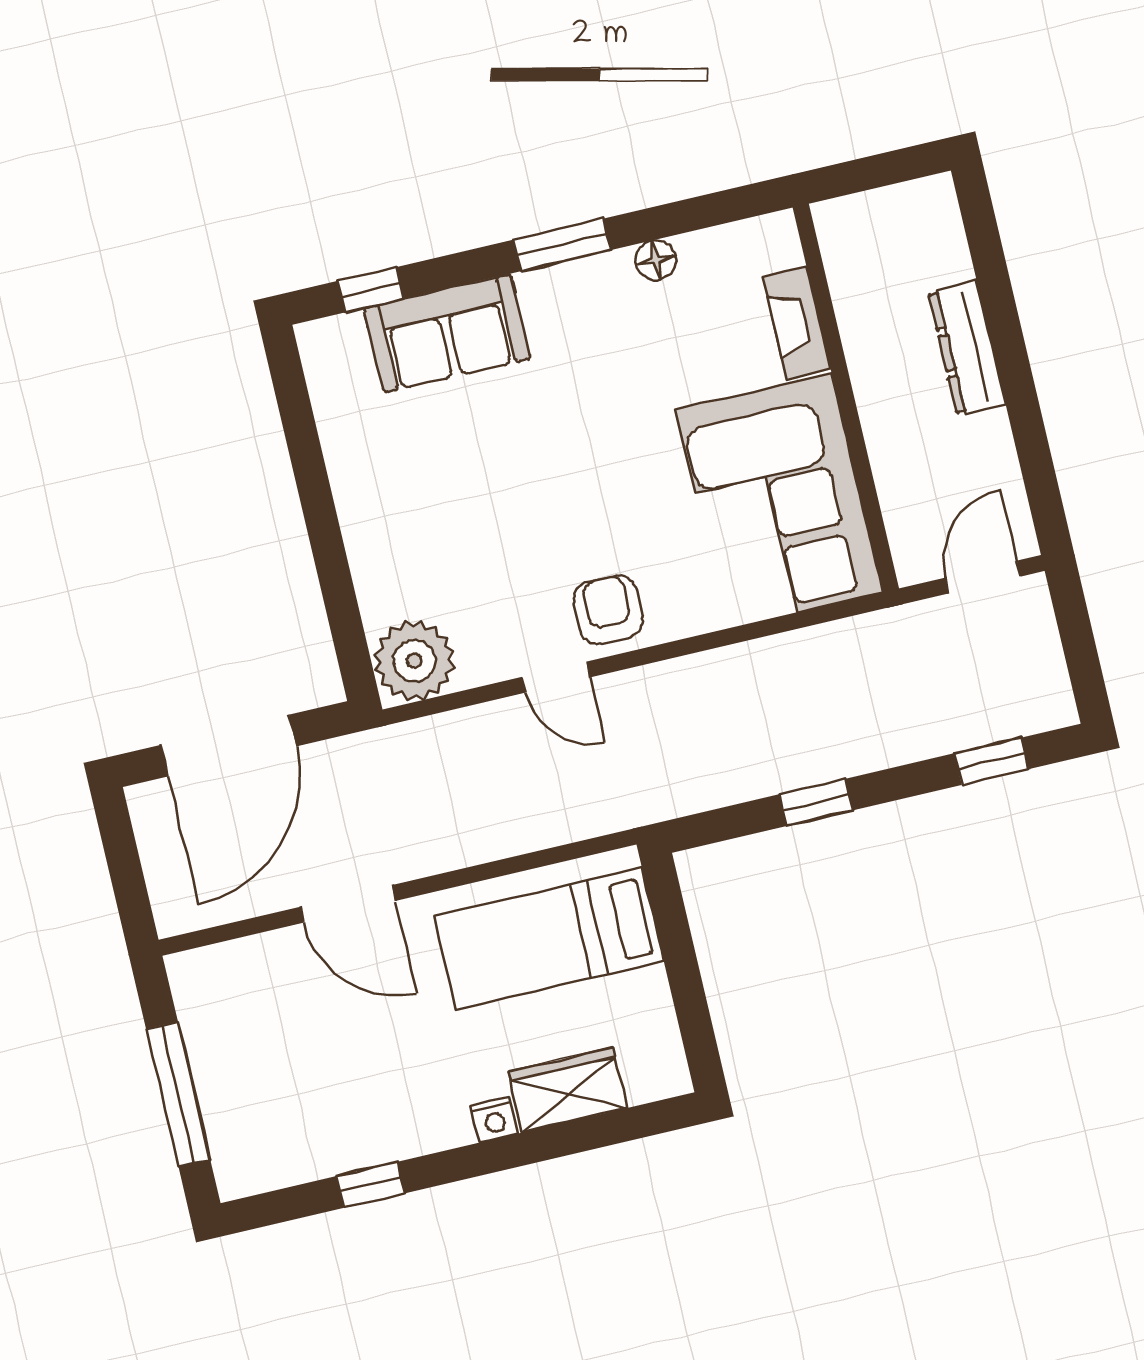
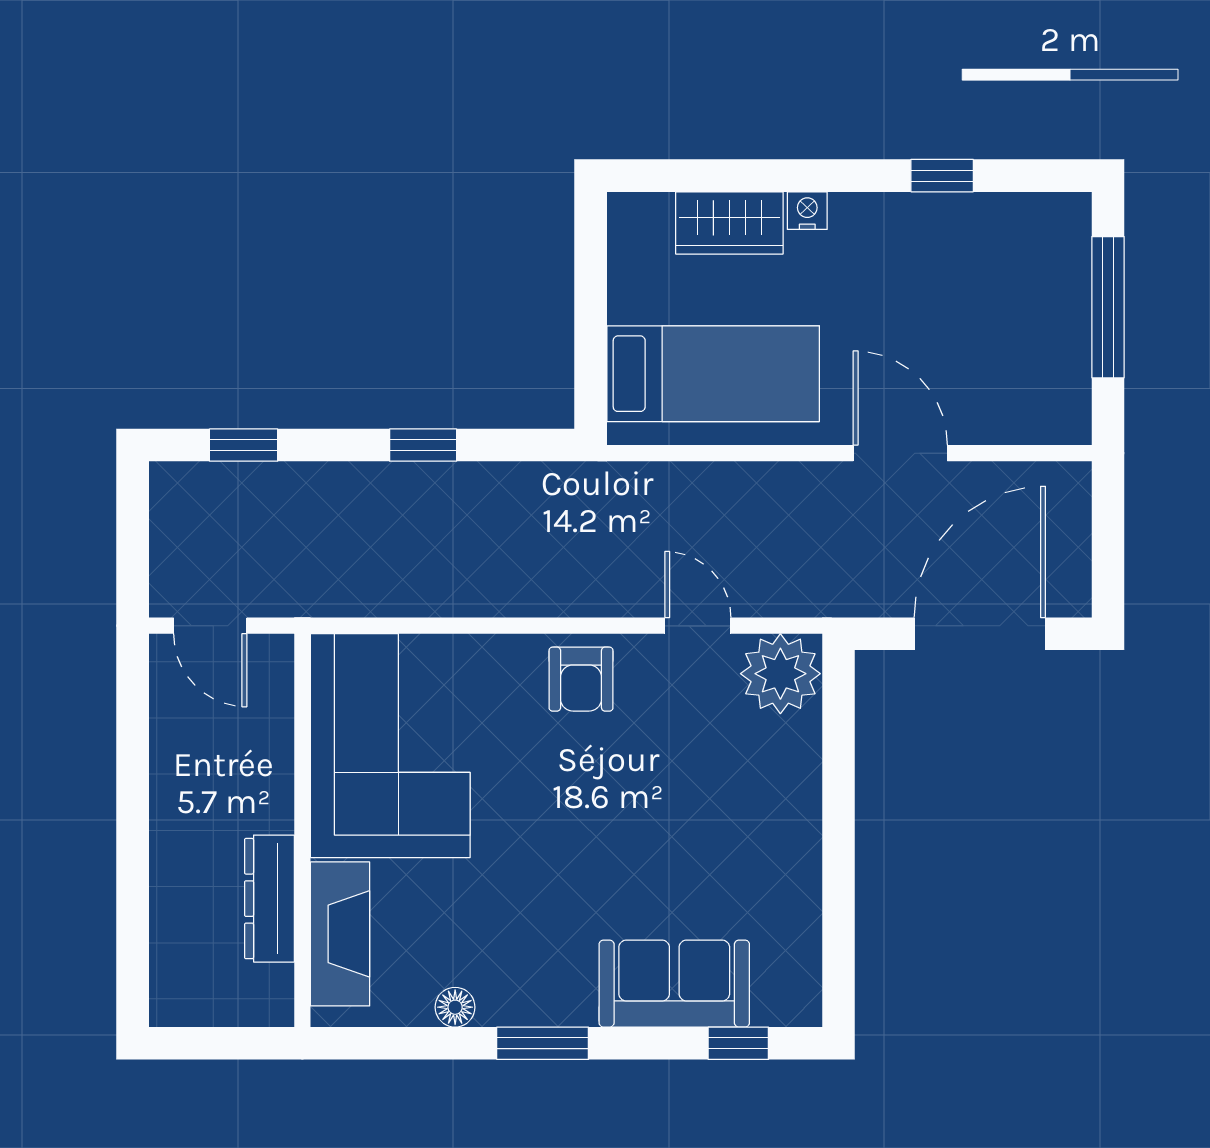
fireplace: (797, 323) -> (340, 934), width x1.37, depth x1.32
dresser: (967, 348) -> (269, 899), moved, turned 180
door: (983, 577) -> (210, 626), hinge flipped
door: (556, 677) -> (698, 626), moved

